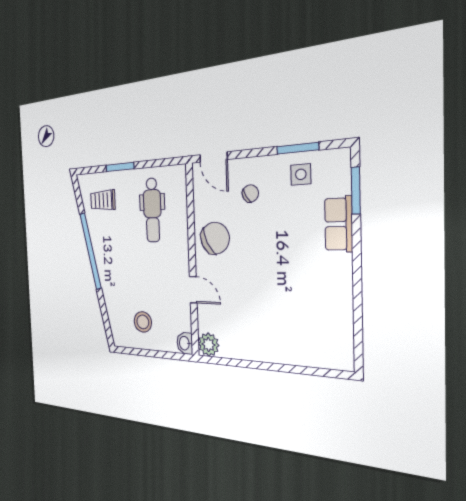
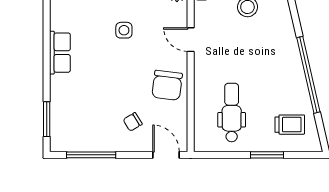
window: (298, 148) -> (91, 155), width x1.44
side table: (301, 174) -> (124, 30), moved
row of seats: (339, 224) -> (60, 53), moved
chair: (215, 238) -> (167, 85), turned -56

